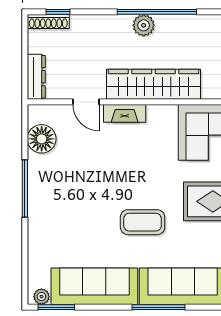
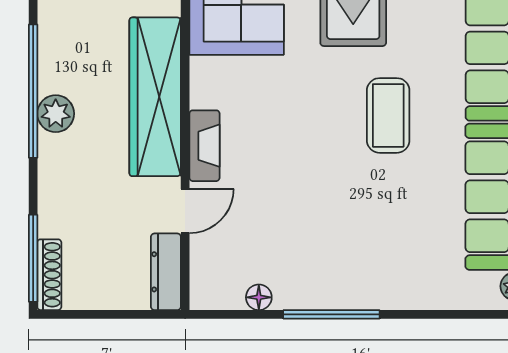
window: (58, 12) -> (33, 258), width x2.17
dresser: (36, 77) -> (166, 272), moved, turned -90
floor lamp: (42, 139) -> (259, 297), width x0.53, depth x0.53

